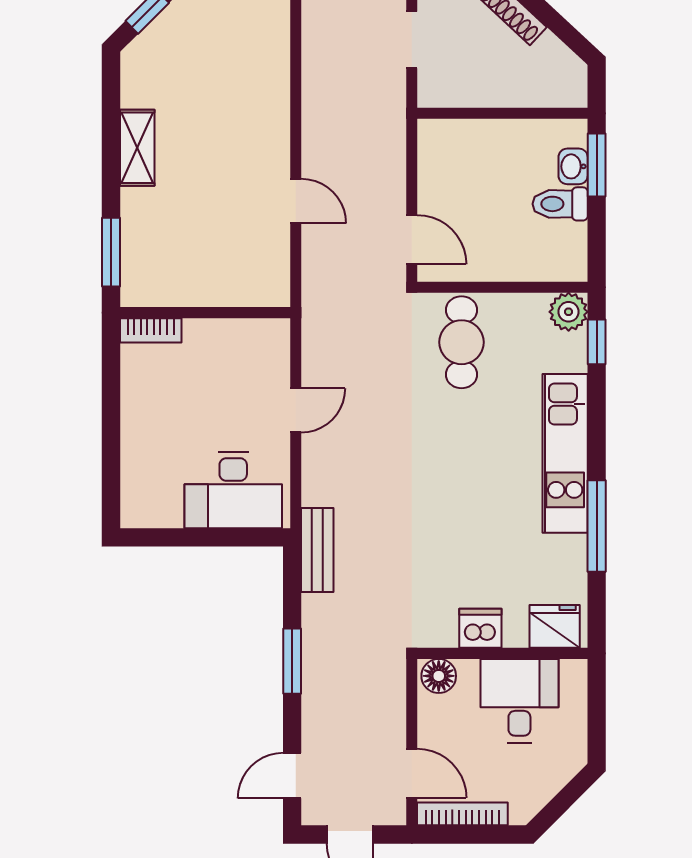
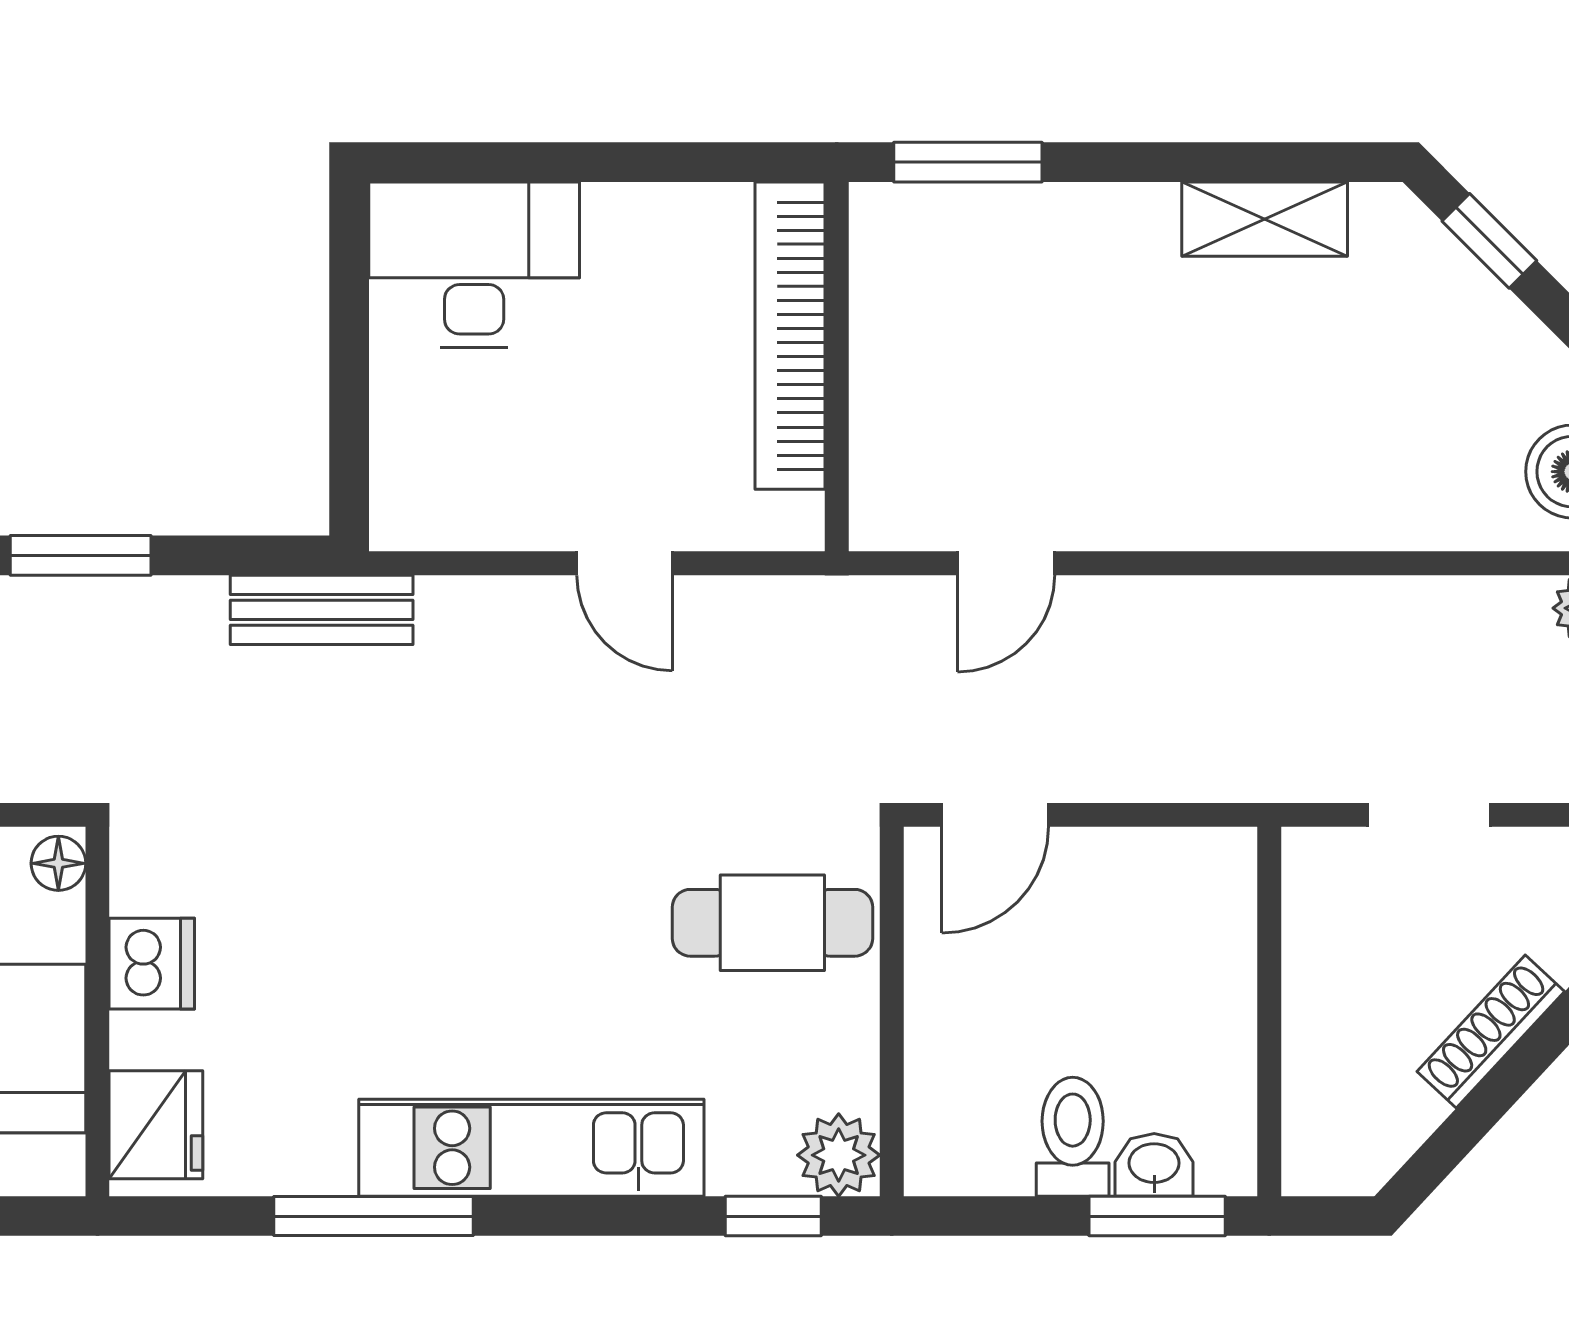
shelving: (137, 148) -> (1265, 219), moved
door: (296, 201) -> (1006, 563), moved
bookcase: (151, 330) -> (790, 336), width x2.31, depth x1.31
desk: (233, 490) -> (474, 265), moved, turned 90
floor lamp: (439, 676) -> (58, 863), width x0.73, depth x0.73

